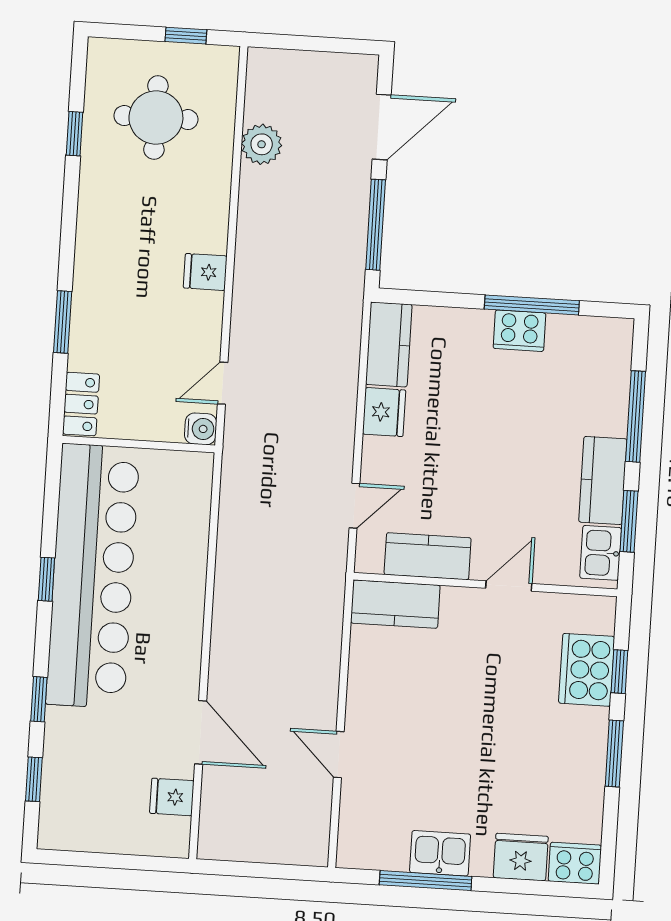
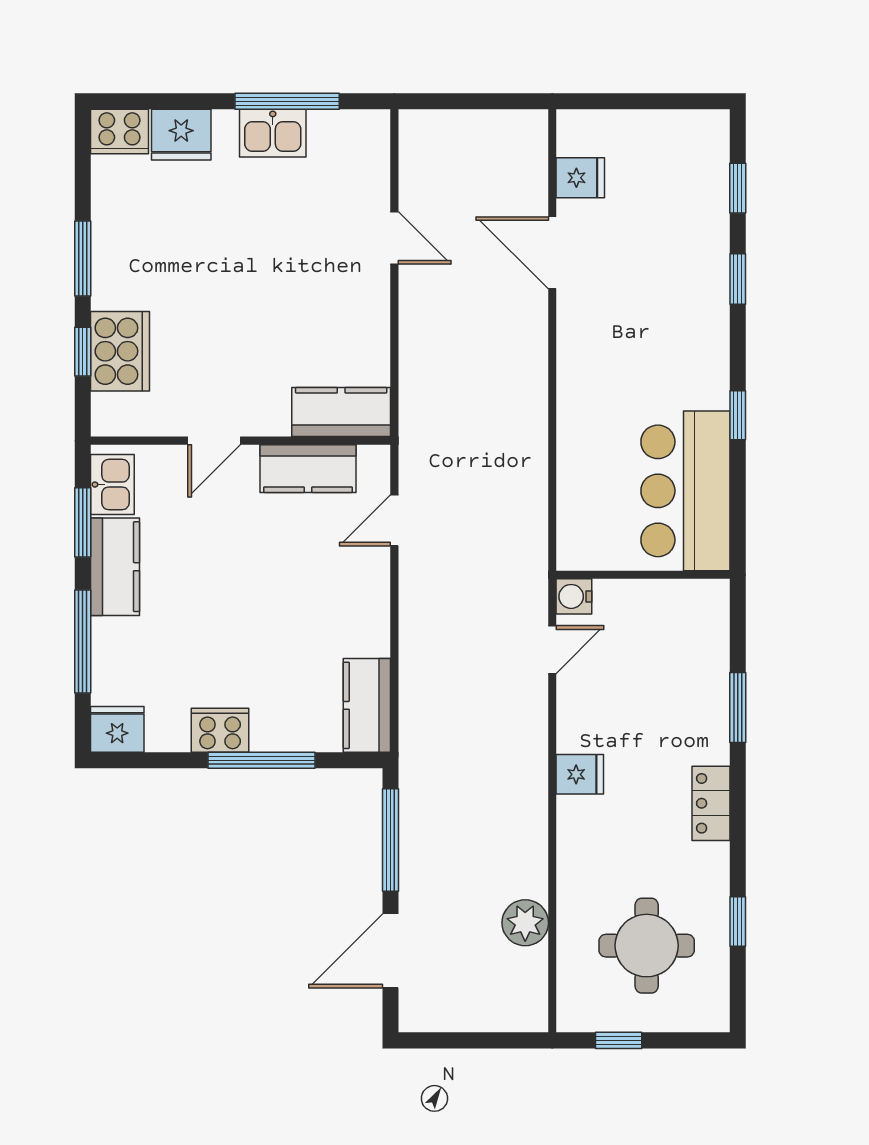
window: (532, 305) -> (261, 760), moved
locker: (81, 404) -> (711, 803), moved
fridge: (384, 412) -> (117, 729), moved, turned 90
bar counter: (93, 576) -> (685, 491), width x0.54

